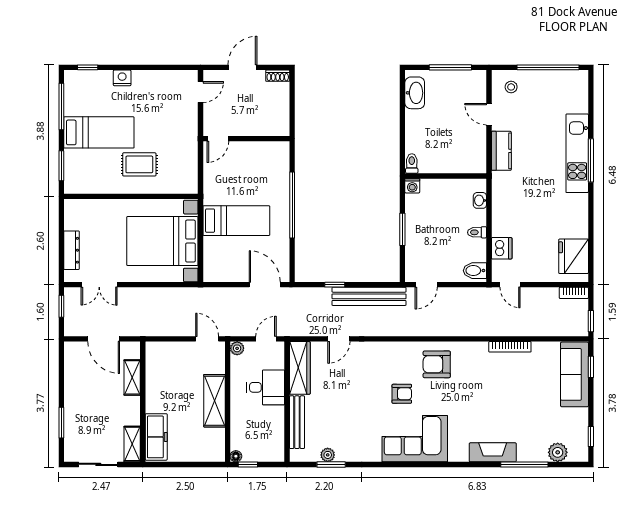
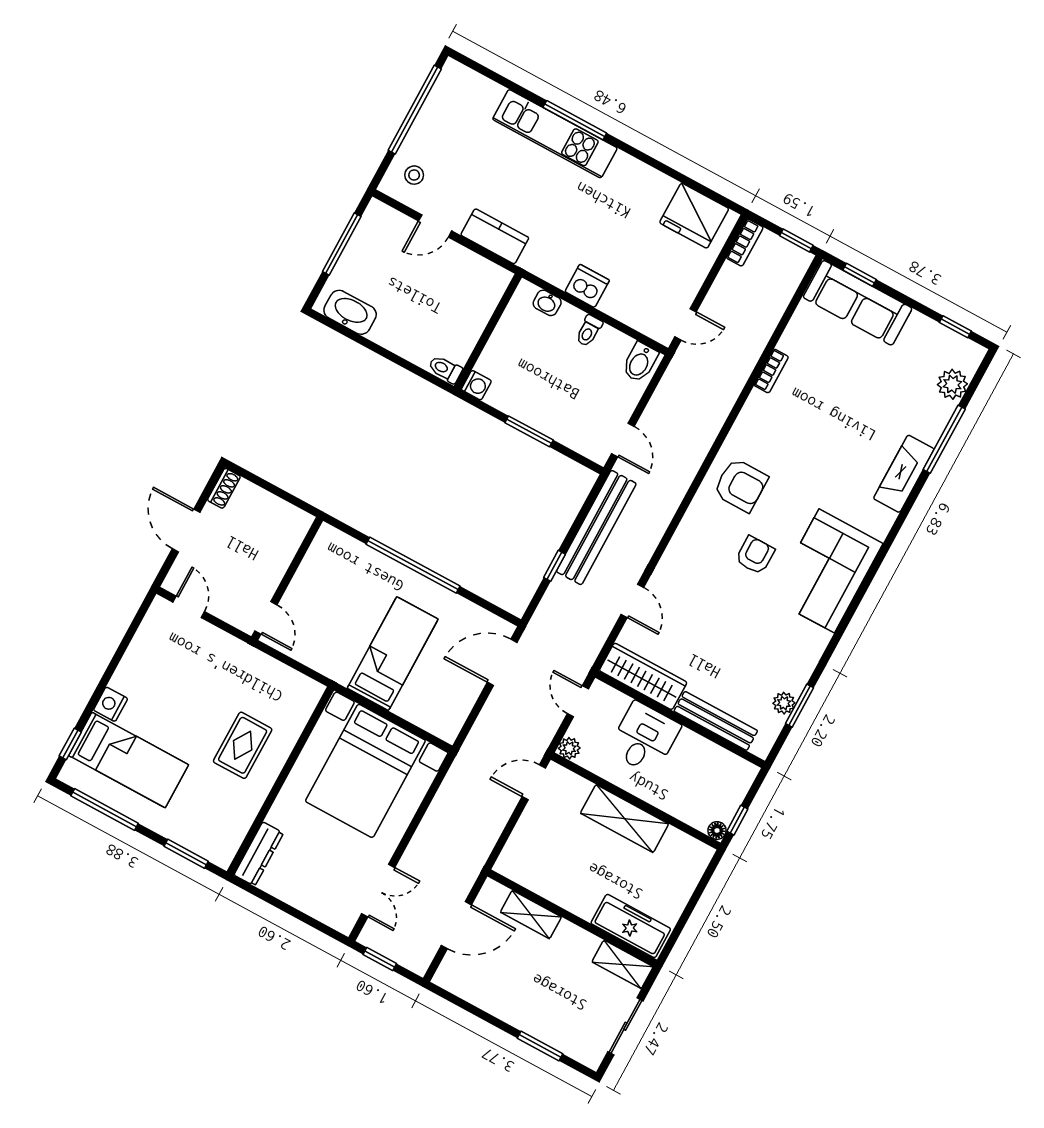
bed: (99, 132) -> (129, 760), moved, turned 90
dishwasher: (502, 248) -> (587, 286), moved
dresser: (71, 250) -> (259, 854), moved, turned 90
bookcase: (510, 347) -> (771, 371), width x0.64
armchair: (437, 364) -> (741, 485), turned -90

